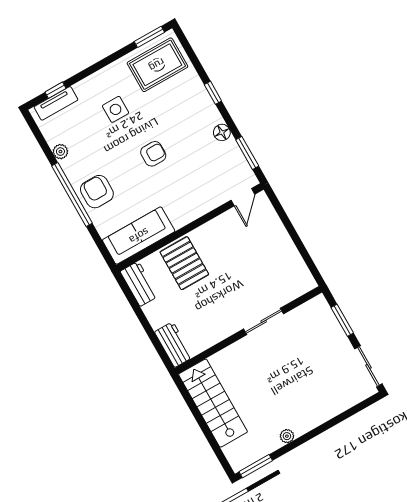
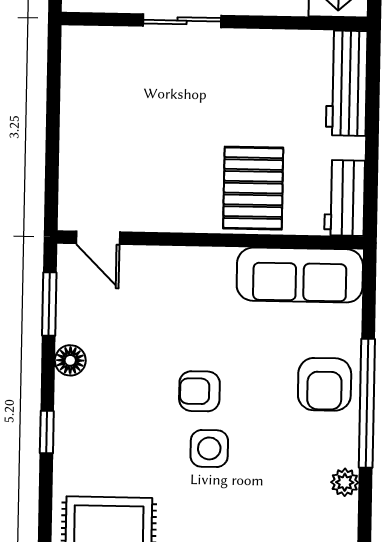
side table: (116, 109) -> (209, 448), moved
door: (243, 197) -> (98, 238), swing flipped
workbench: (174, 345) -> (347, 83), width x1.37

